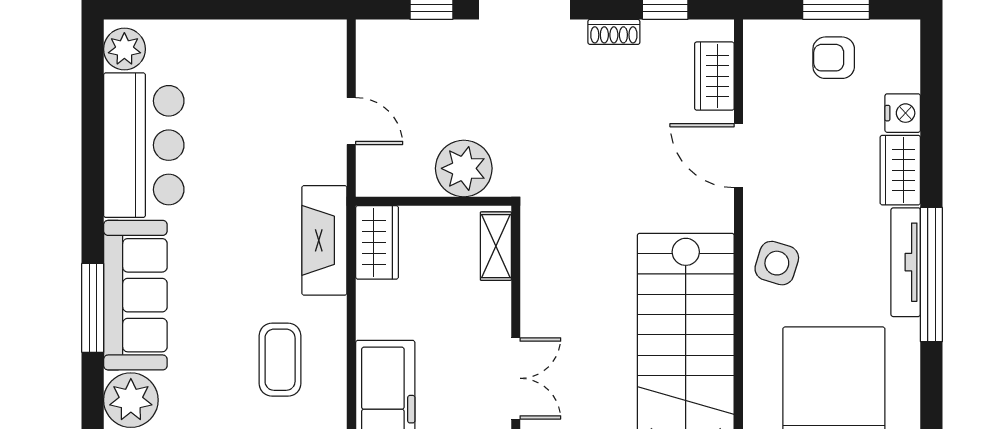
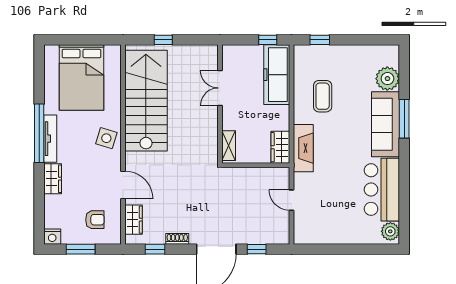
armchair: (834, 58) -> (95, 220), moved
nightstand: (903, 113) -> (52, 237), moved, turned -90
plant: (464, 168) -> (243, 179), removed

